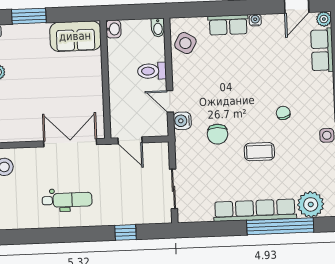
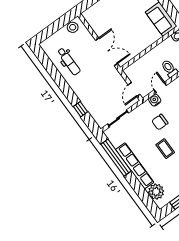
door: (130, 140) -> (134, 90), moved
dental chair: (67, 200) -> (69, 61), moved
window: (280, 226) -> (116, 158), moved

